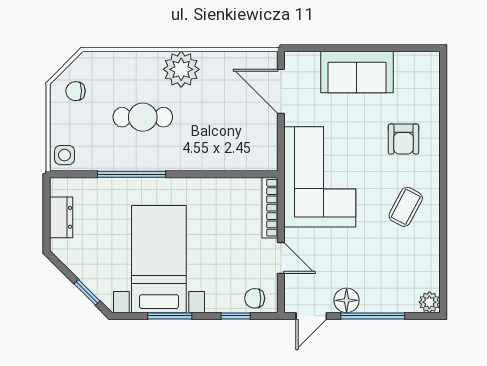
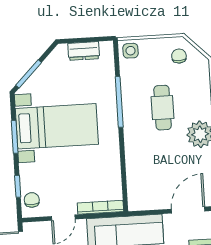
window: (87, 292) -> (29, 74), width x1.50

